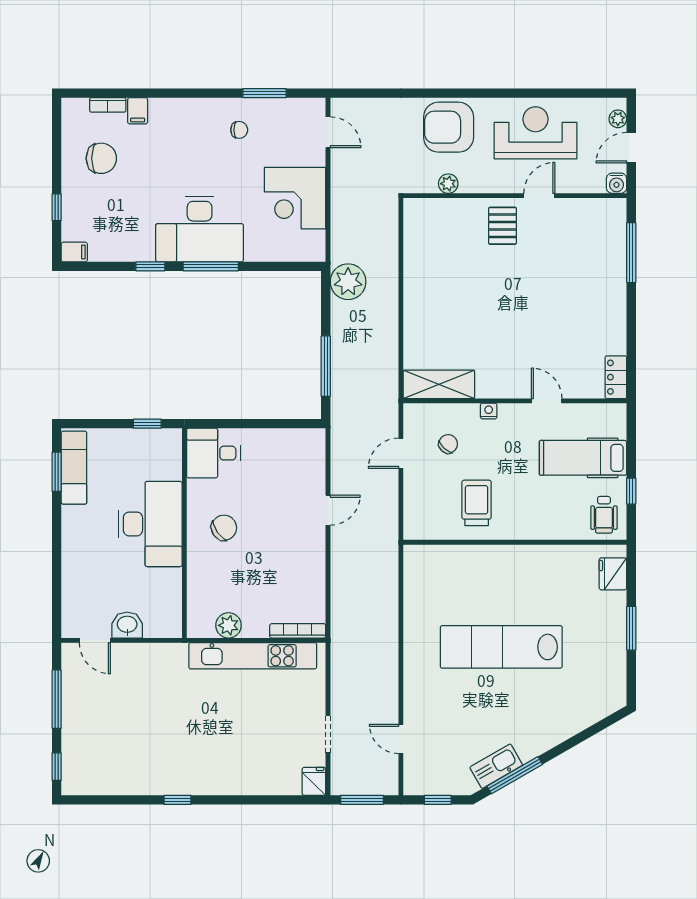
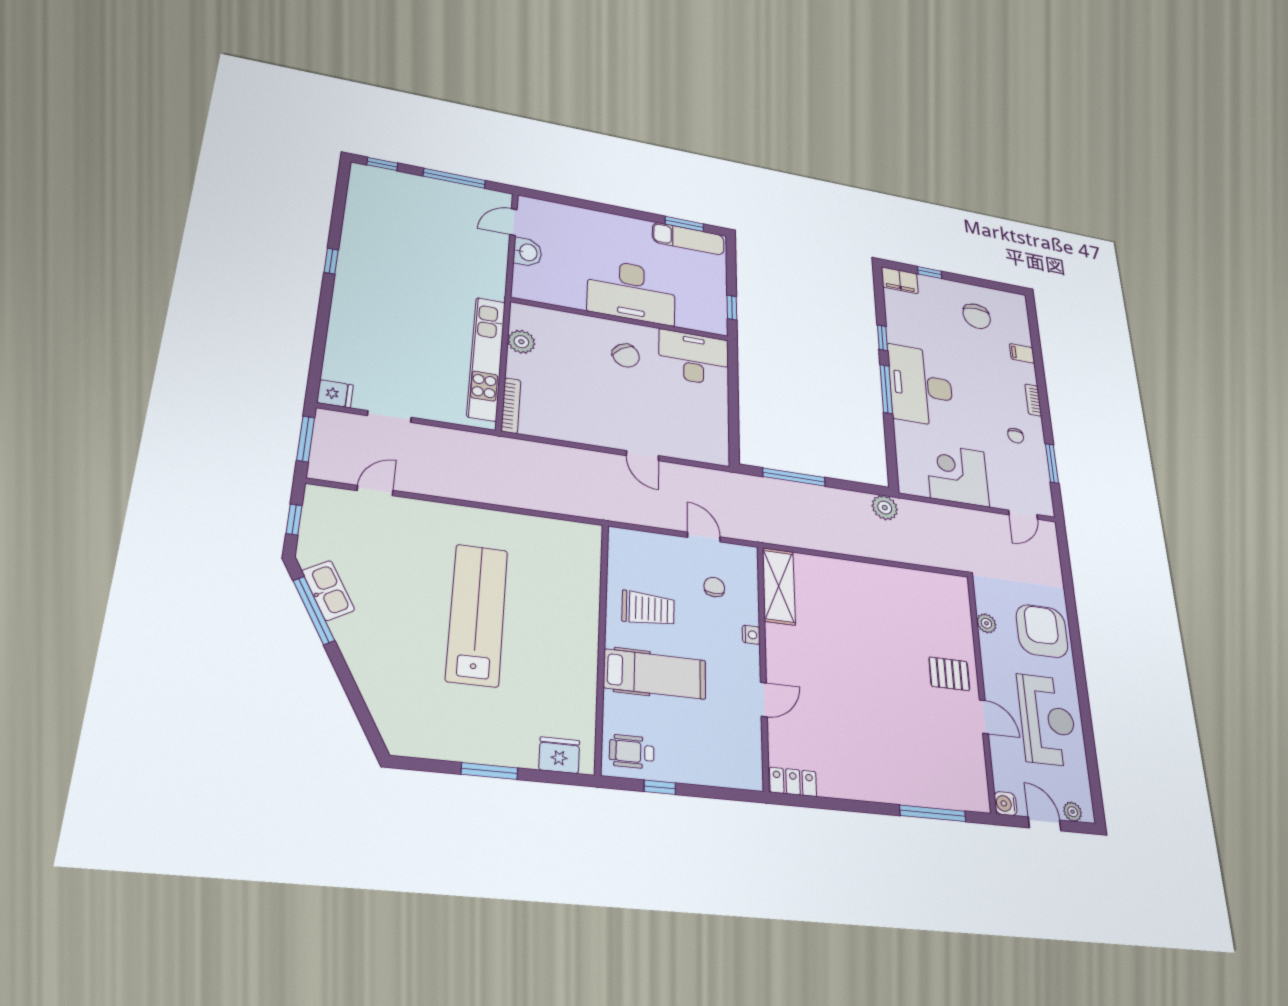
bookcase: (108, 105) -> (1033, 400), moved
filing cabinet: (74, 252) -> (900, 280), width x2.00
plant: (348, 282) -> (885, 508), width x0.73, depth x0.73
chair: (448, 444) -> (714, 587), turned -132
desk: (213, 453) -> (694, 358), width x1.37
hospital bed: (583, 458) -> (655, 674), moved, turned 90

